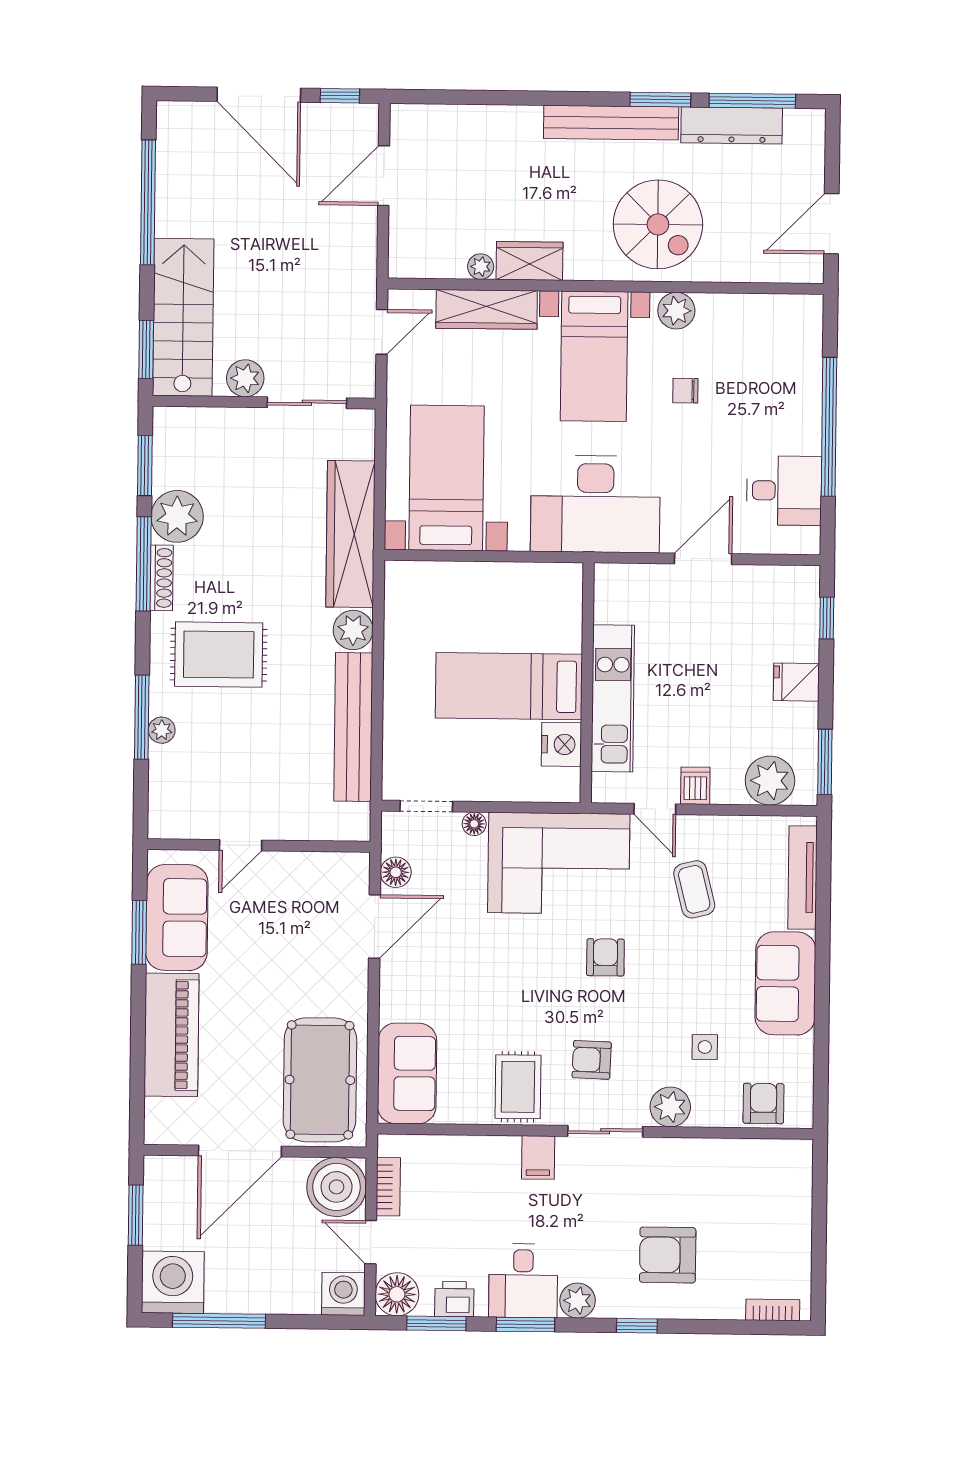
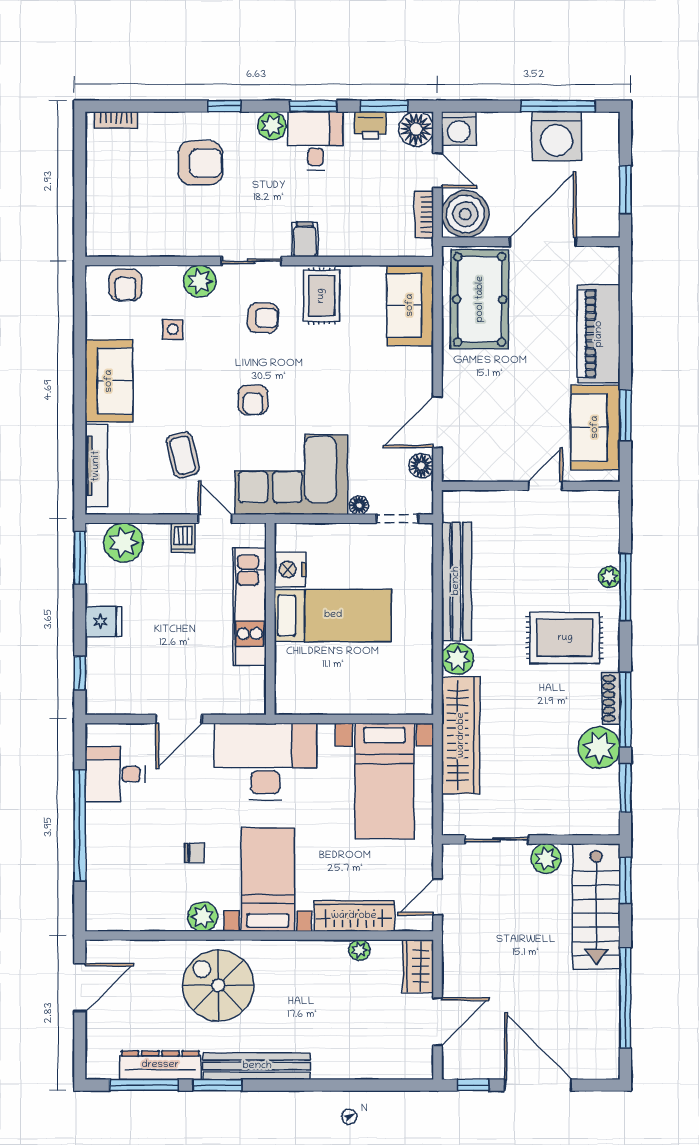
wardrobe: (530, 261) -> (418, 966), moved, turned 90
washing machine: (173, 1282) -> (557, 136), moved

